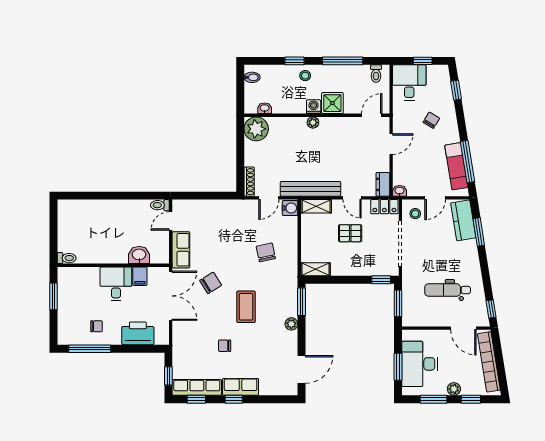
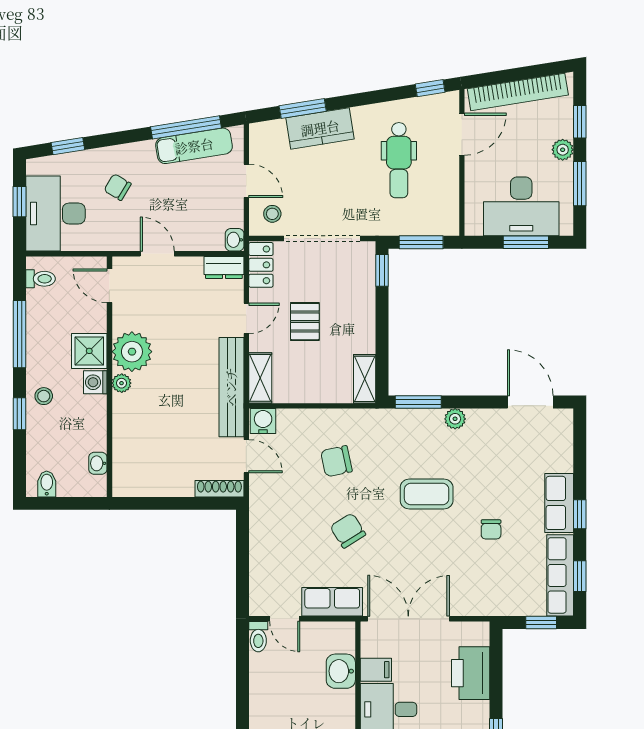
desk: (409, 83) -> (55, 214), width x1.37
plant: (256, 129) -> (132, 352), moved
kitchen counter: (463, 220) -> (320, 128), moved
chair: (211, 283) -> (348, 531), moved

